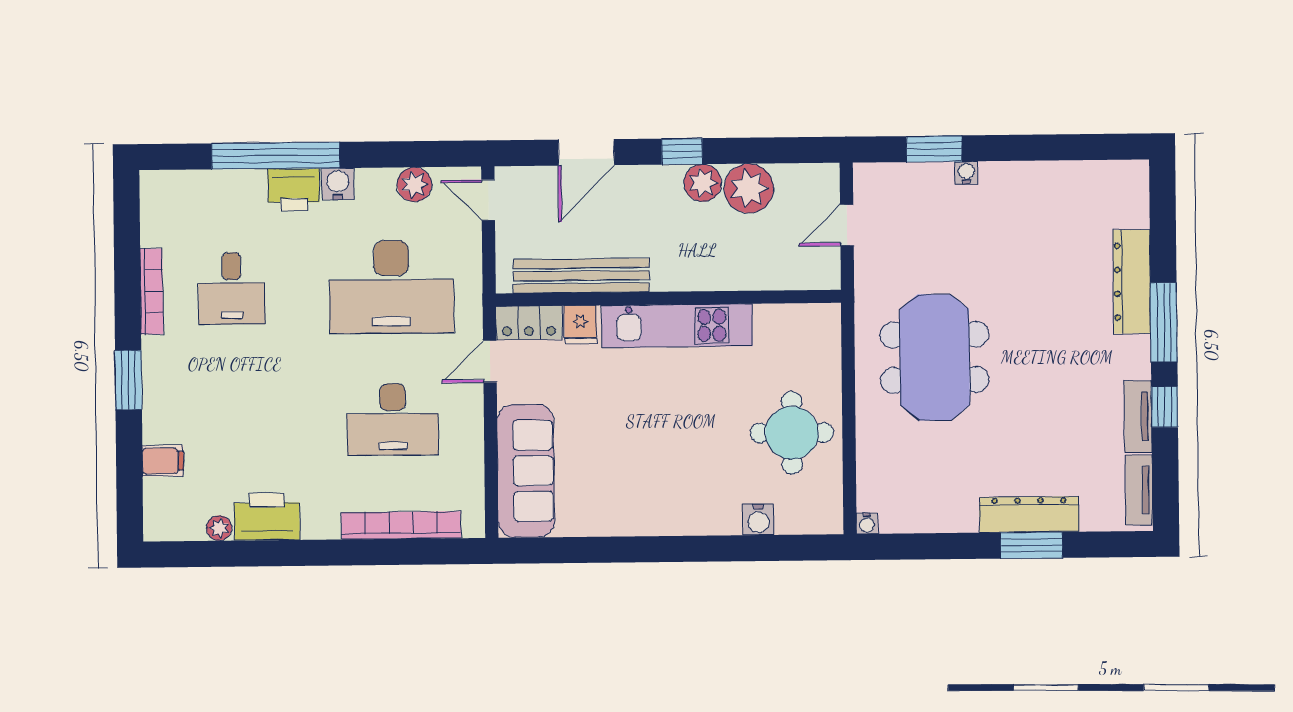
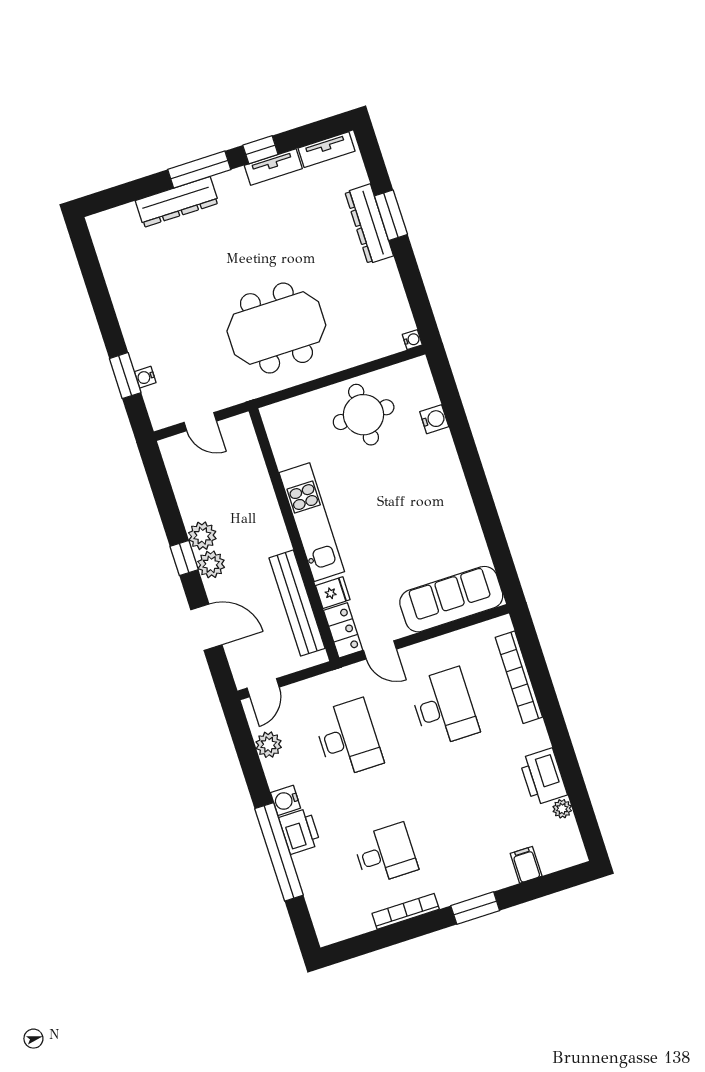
water cooler: (966, 173) -> (145, 377), moved
plant: (749, 188) -> (211, 564), moved, width x0.73, depth x0.73
desk: (391, 287) -> (348, 738), width x0.73, depth x0.77

